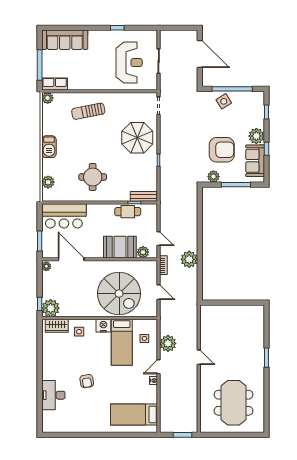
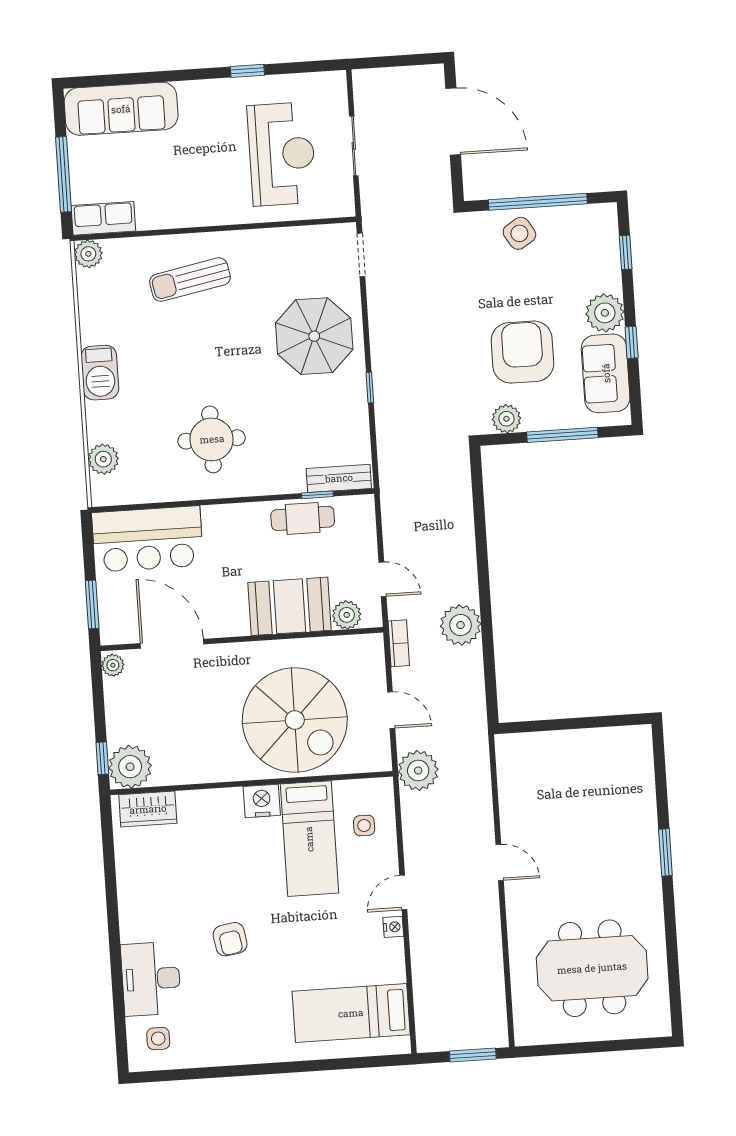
armchair: (222, 150) -> (522, 352), turned -90
side table: (79, 332) -> (158, 1039), moved
plant: (168, 343) -> (418, 771), moved
meeting table: (233, 403) -> (592, 968), turned 90

